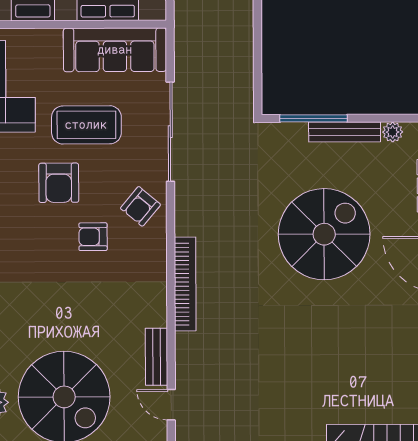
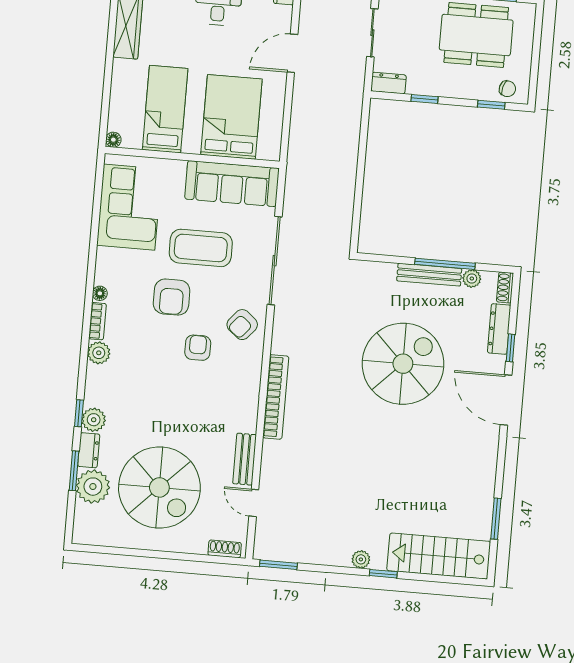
window: (313, 118) -> (445, 264), moved
armchair: (93, 237) -> (198, 348), turned 90

